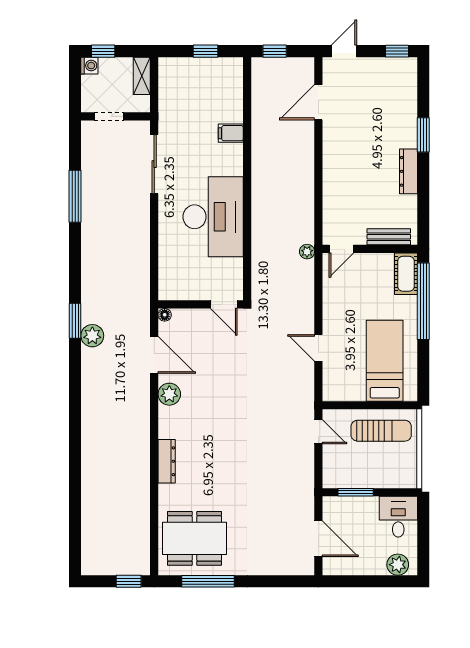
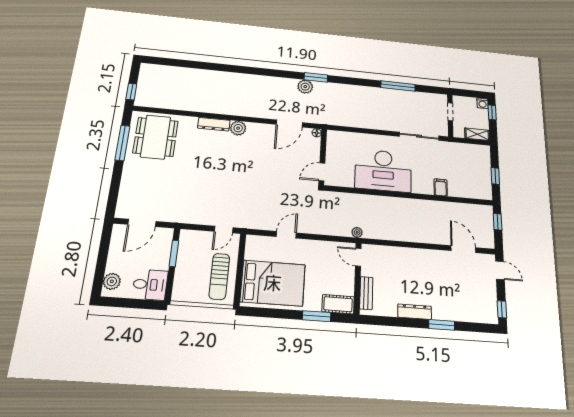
window: (423, 301) -> (317, 316), width x0.47
bed: (385, 361) -> (273, 283), width x1.50
plant: (169, 394) -> (238, 128), moved

